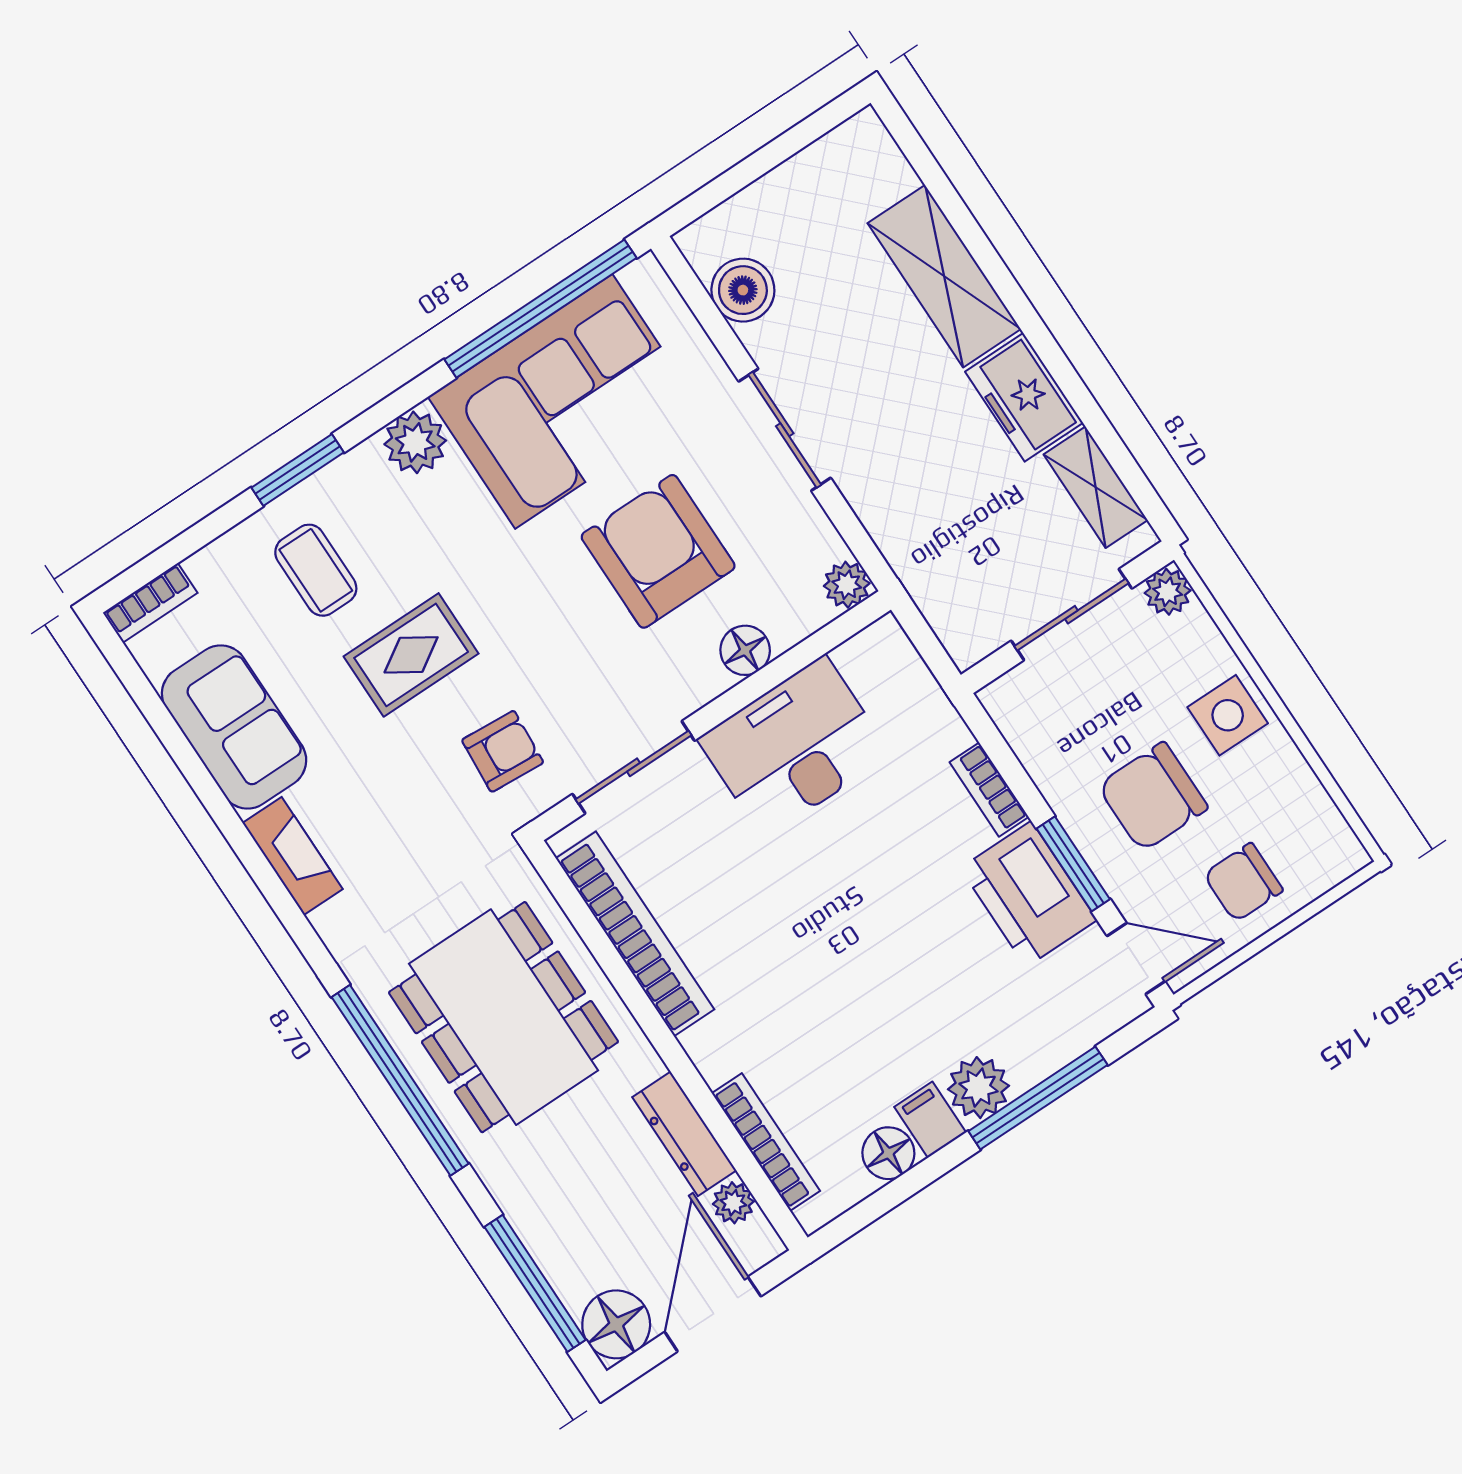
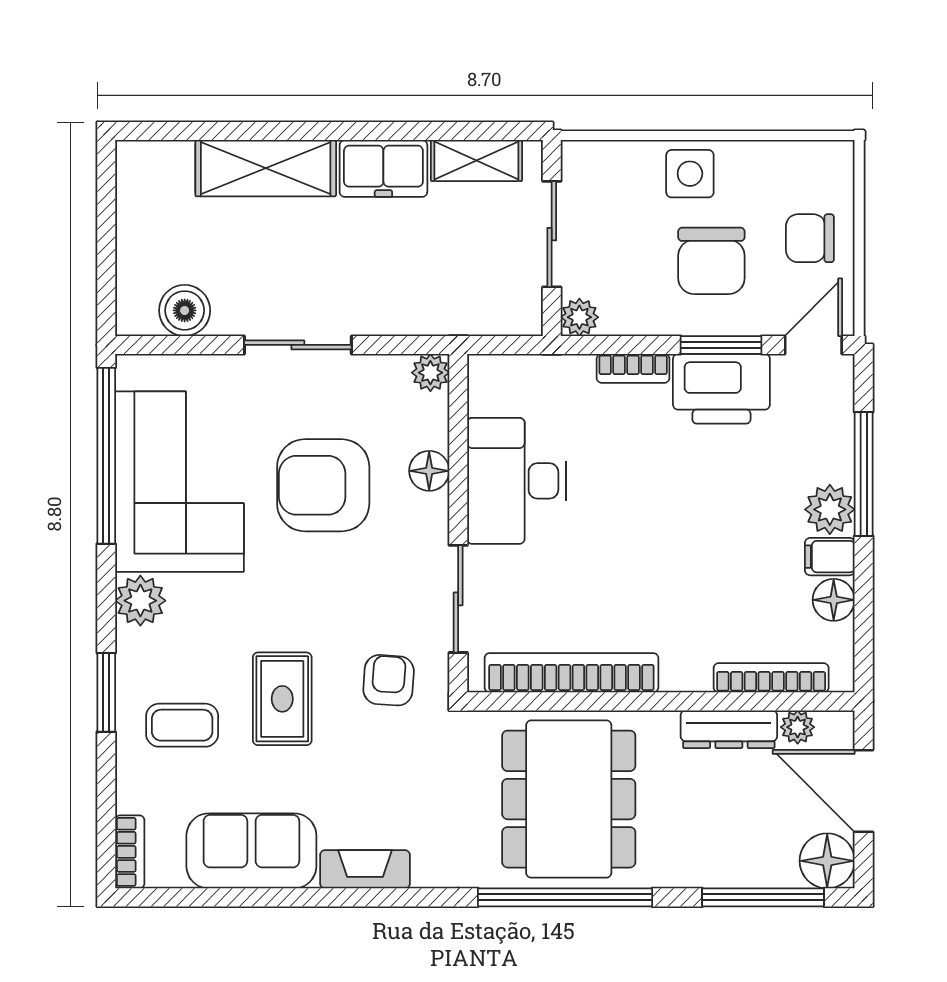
plant: (1168, 592) -> (579, 317), moved
chair: (1243, 882) -> (810, 238), turned 90
dining table: (504, 1017) -> (569, 799), turned 90

